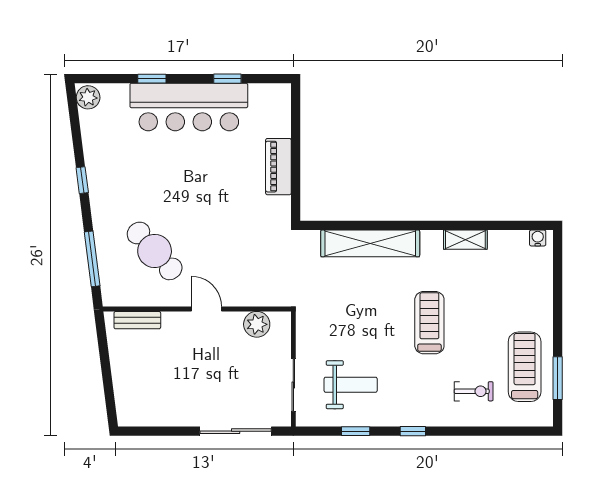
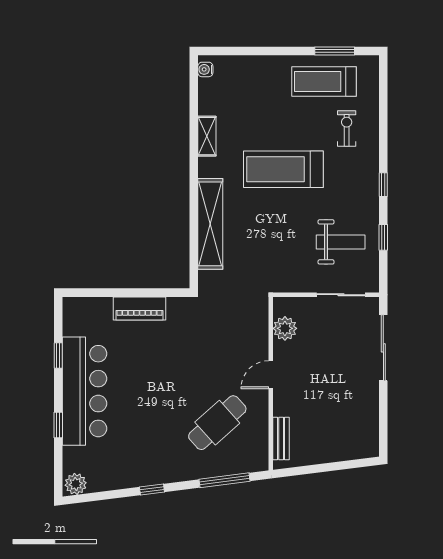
treadmill: (429, 323) -> (283, 169), width x1.37, depth x1.38
weight bench: (351, 385) -> (341, 242), turned 90

